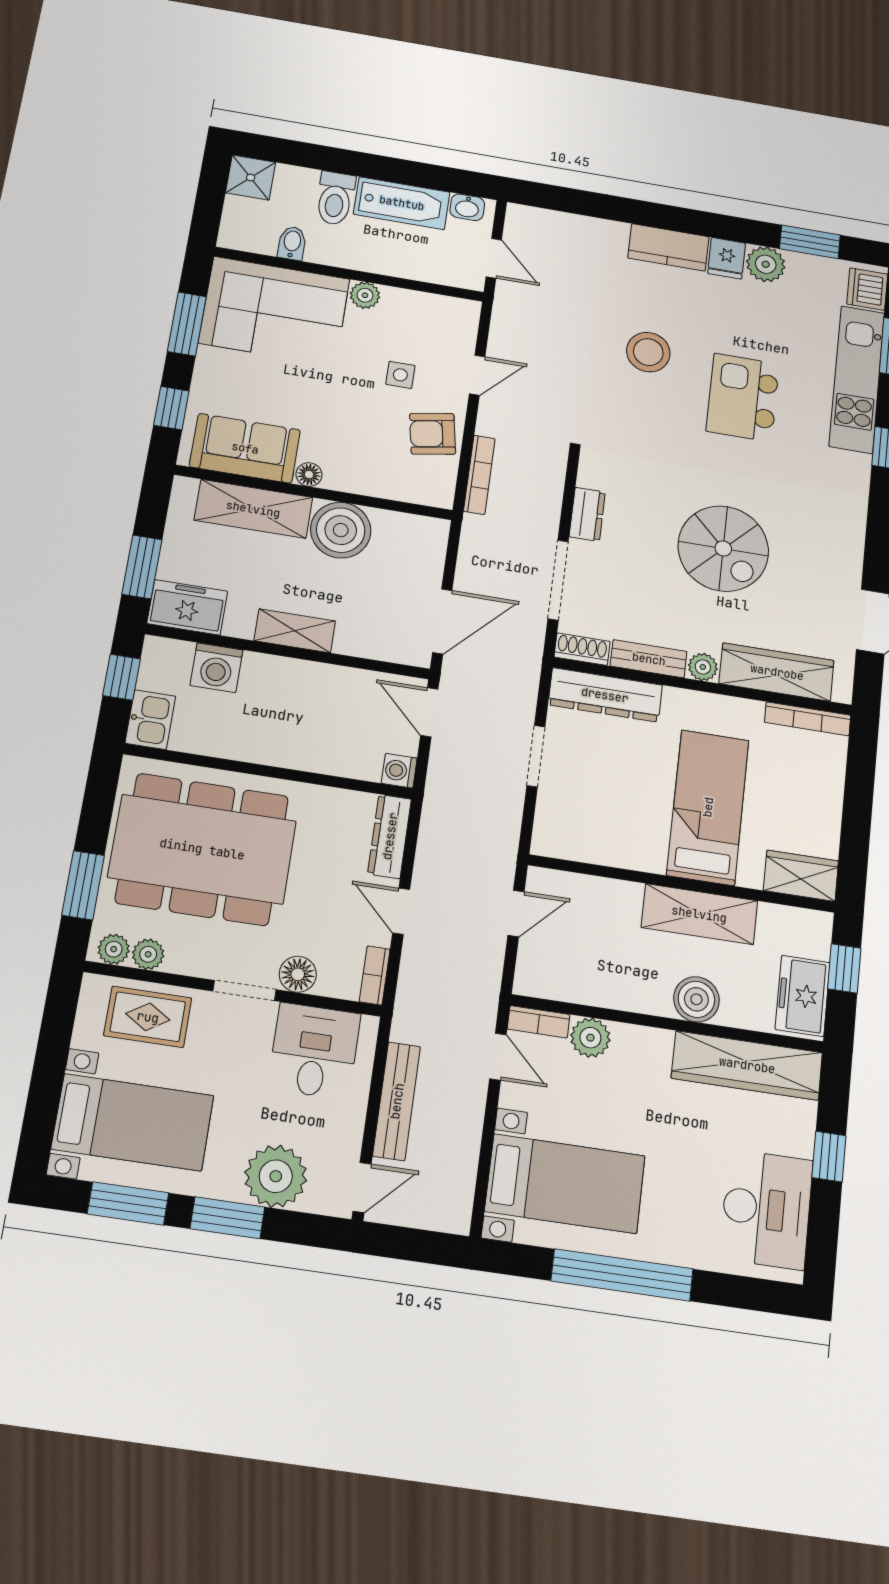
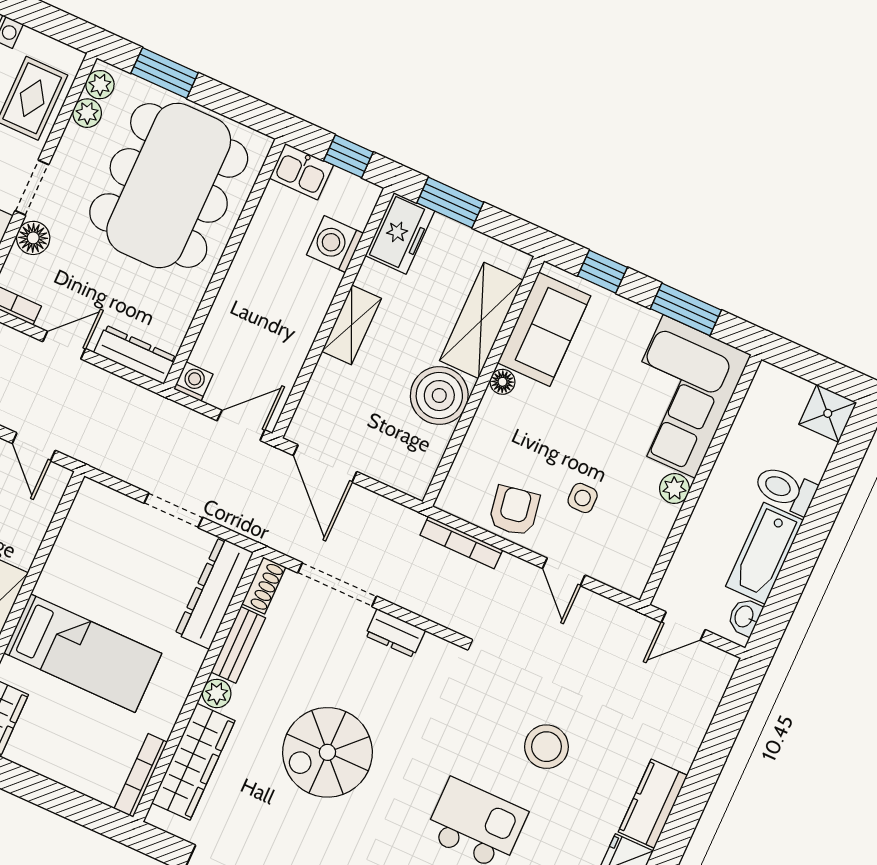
bidet: (292, 243) -> (747, 434), removed

